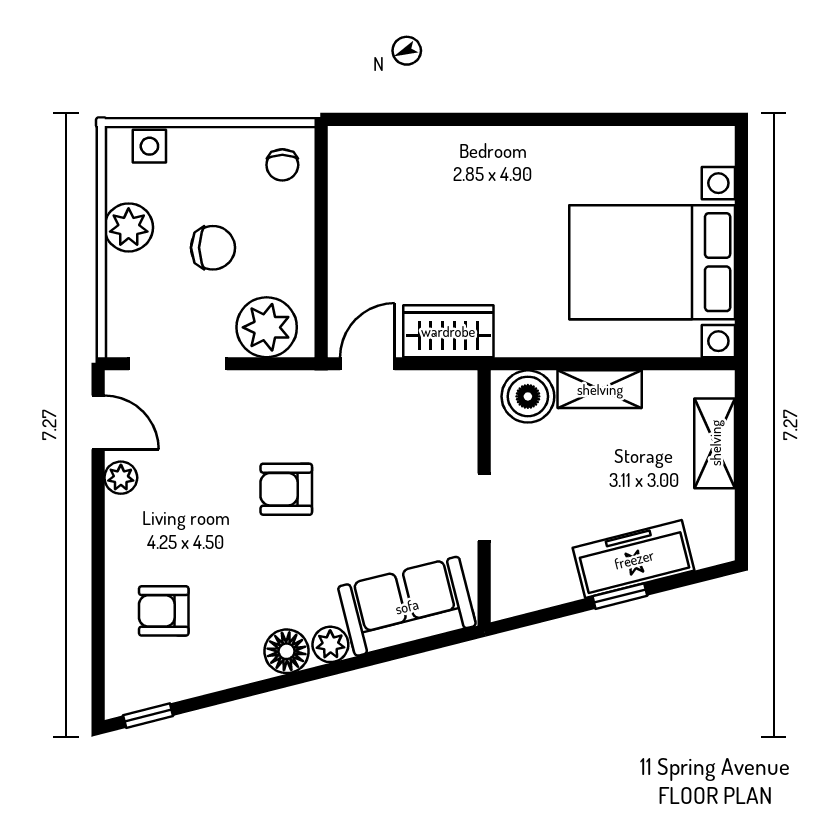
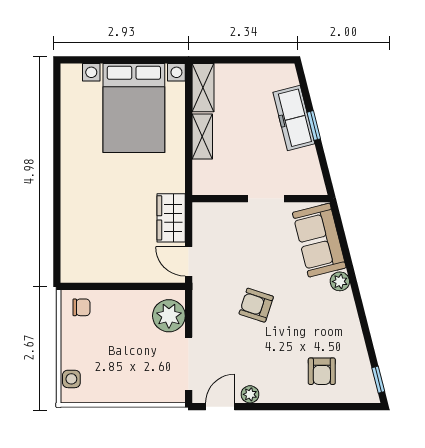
plant: (129, 227) -> (115, 390), removed
chair: (213, 248) -> (126, 345), removed
boiler: (528, 396) -> (206, 175), removed
shelving: (715, 443) -> (203, 88), moved, turned 90
armchair: (286, 489) -> (256, 305), turned 108
floor lamp: (287, 651) -> (344, 305), removed

